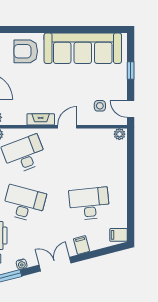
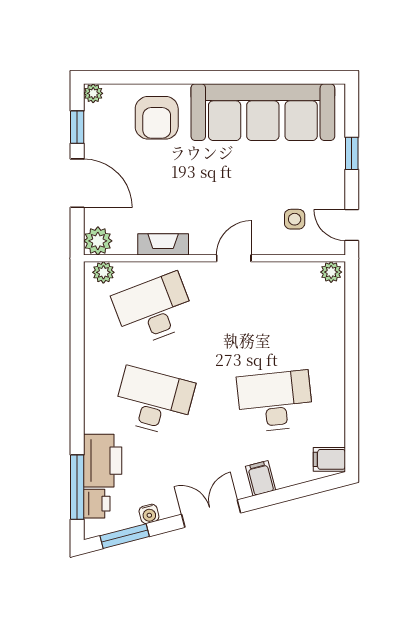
armchair: (26, 51) -> (157, 118), turned -90
fireplace: (41, 119) -> (163, 244), moved

